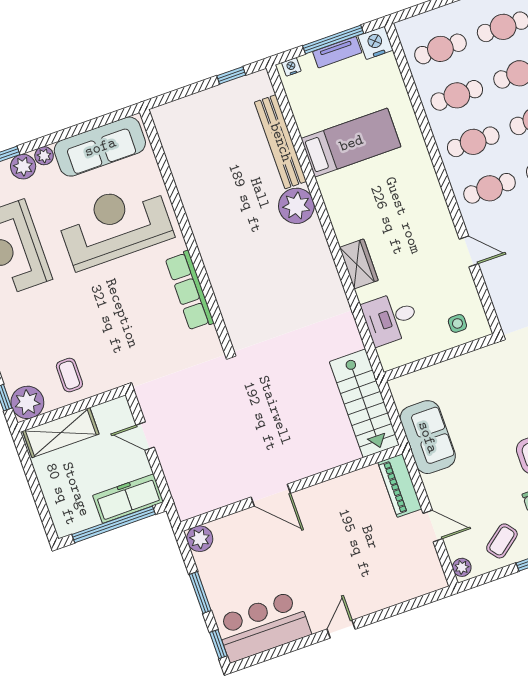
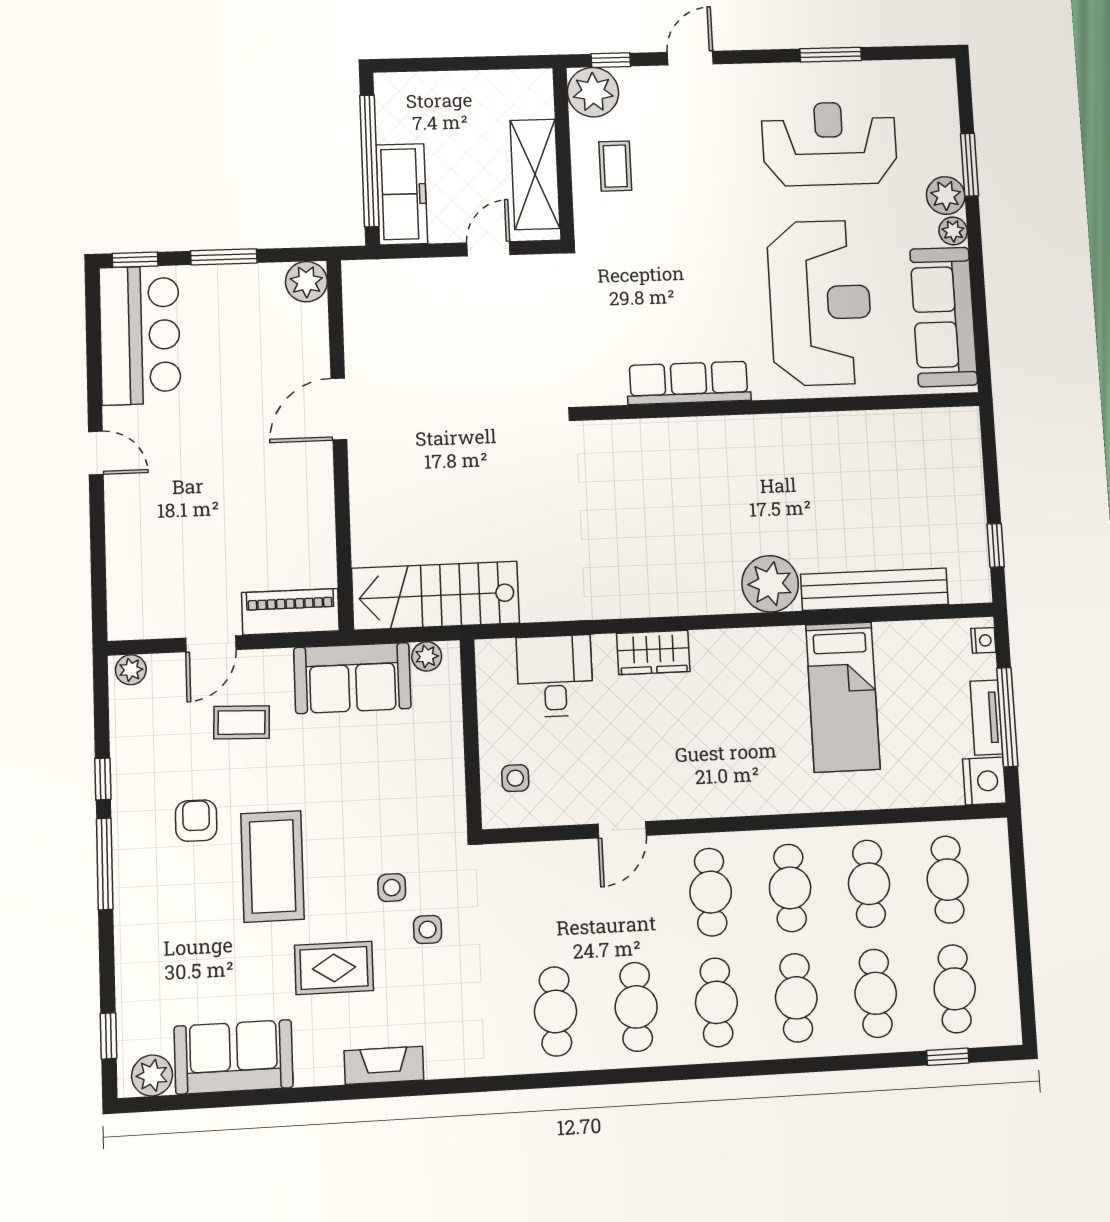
coffee table: (69, 375) -> (615, 166), turned 90
plant: (402, 397) -> (427, 656), added
shelving: (61, 433) -> (535, 174), moved
coffee table: (502, 541) -> (242, 722), moved, turned -50

